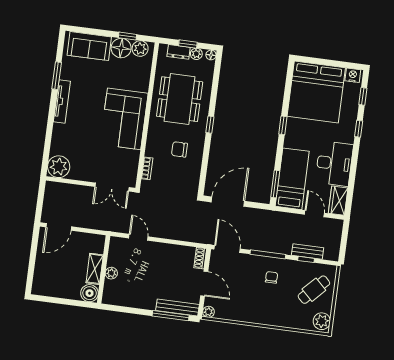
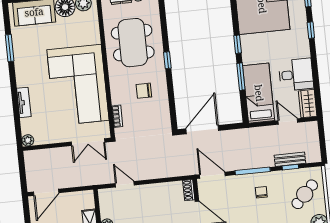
tv unit: (62, 101) -> (24, 102), moved, width x0.71
corner sofa: (124, 119) -> (78, 85), width x1.36, depth x1.36
desk: (334, 163) -> (296, 75), width x0.73
plant: (59, 167) -> (28, 140), width x0.53, depth x0.53
window: (275, 184) -> (241, 77), moved

